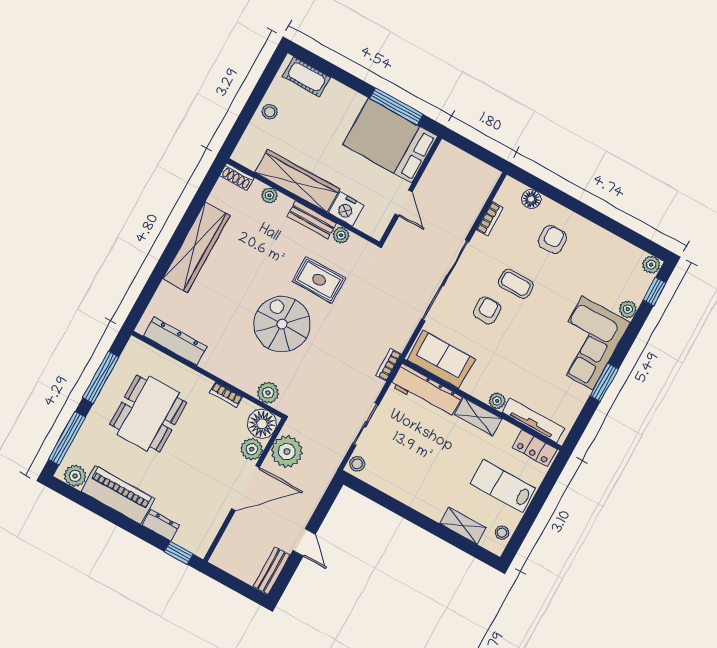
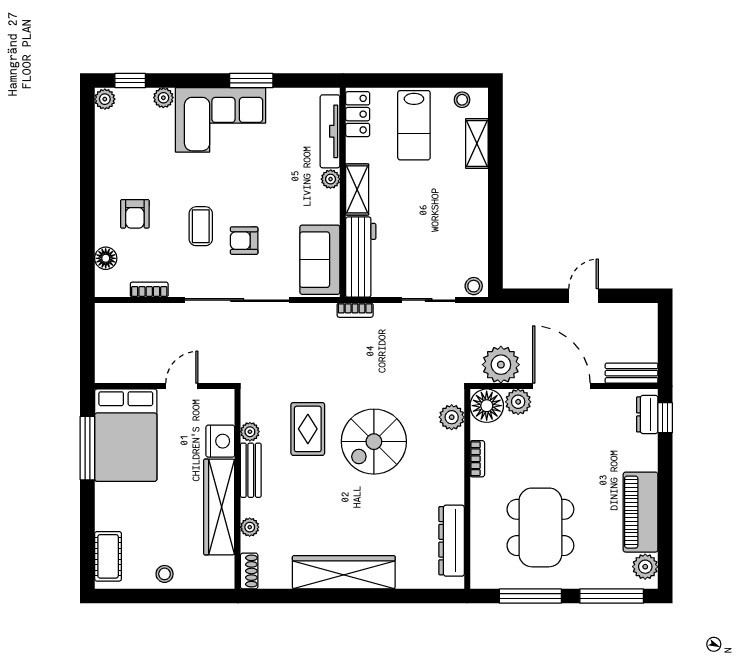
armchair: (552, 239) -> (135, 214), turned -90
dining table: (148, 413) -> (540, 527), turned 90
dresser: (161, 525) -> (647, 414), moved
bench: (272, 571) -> (632, 373), moved

